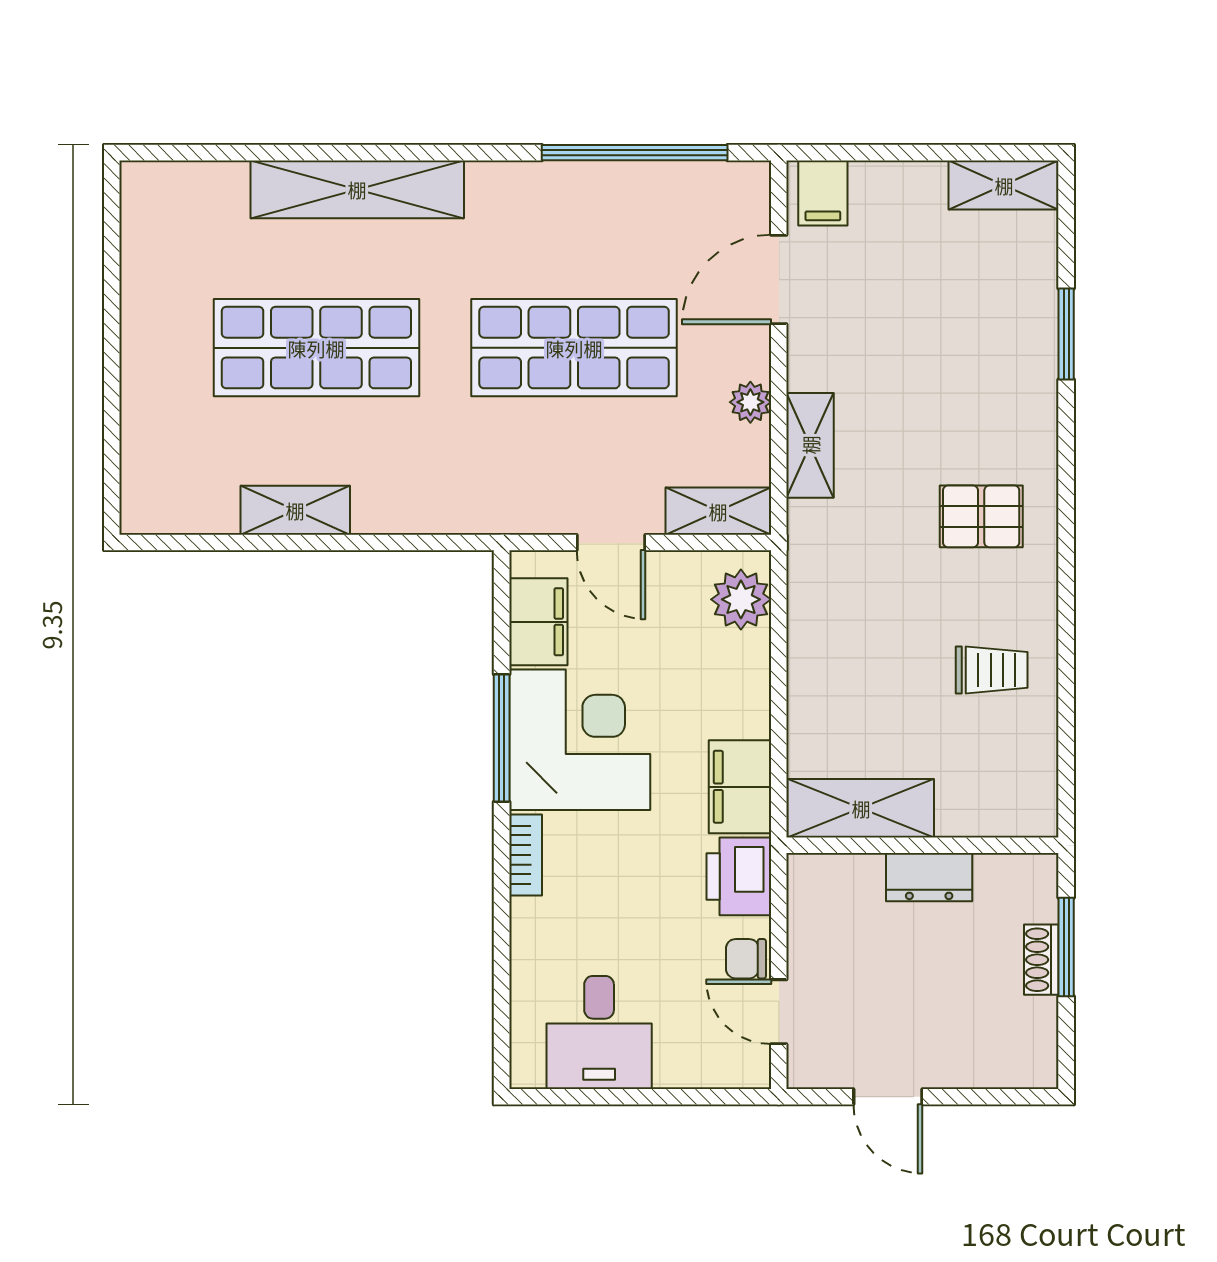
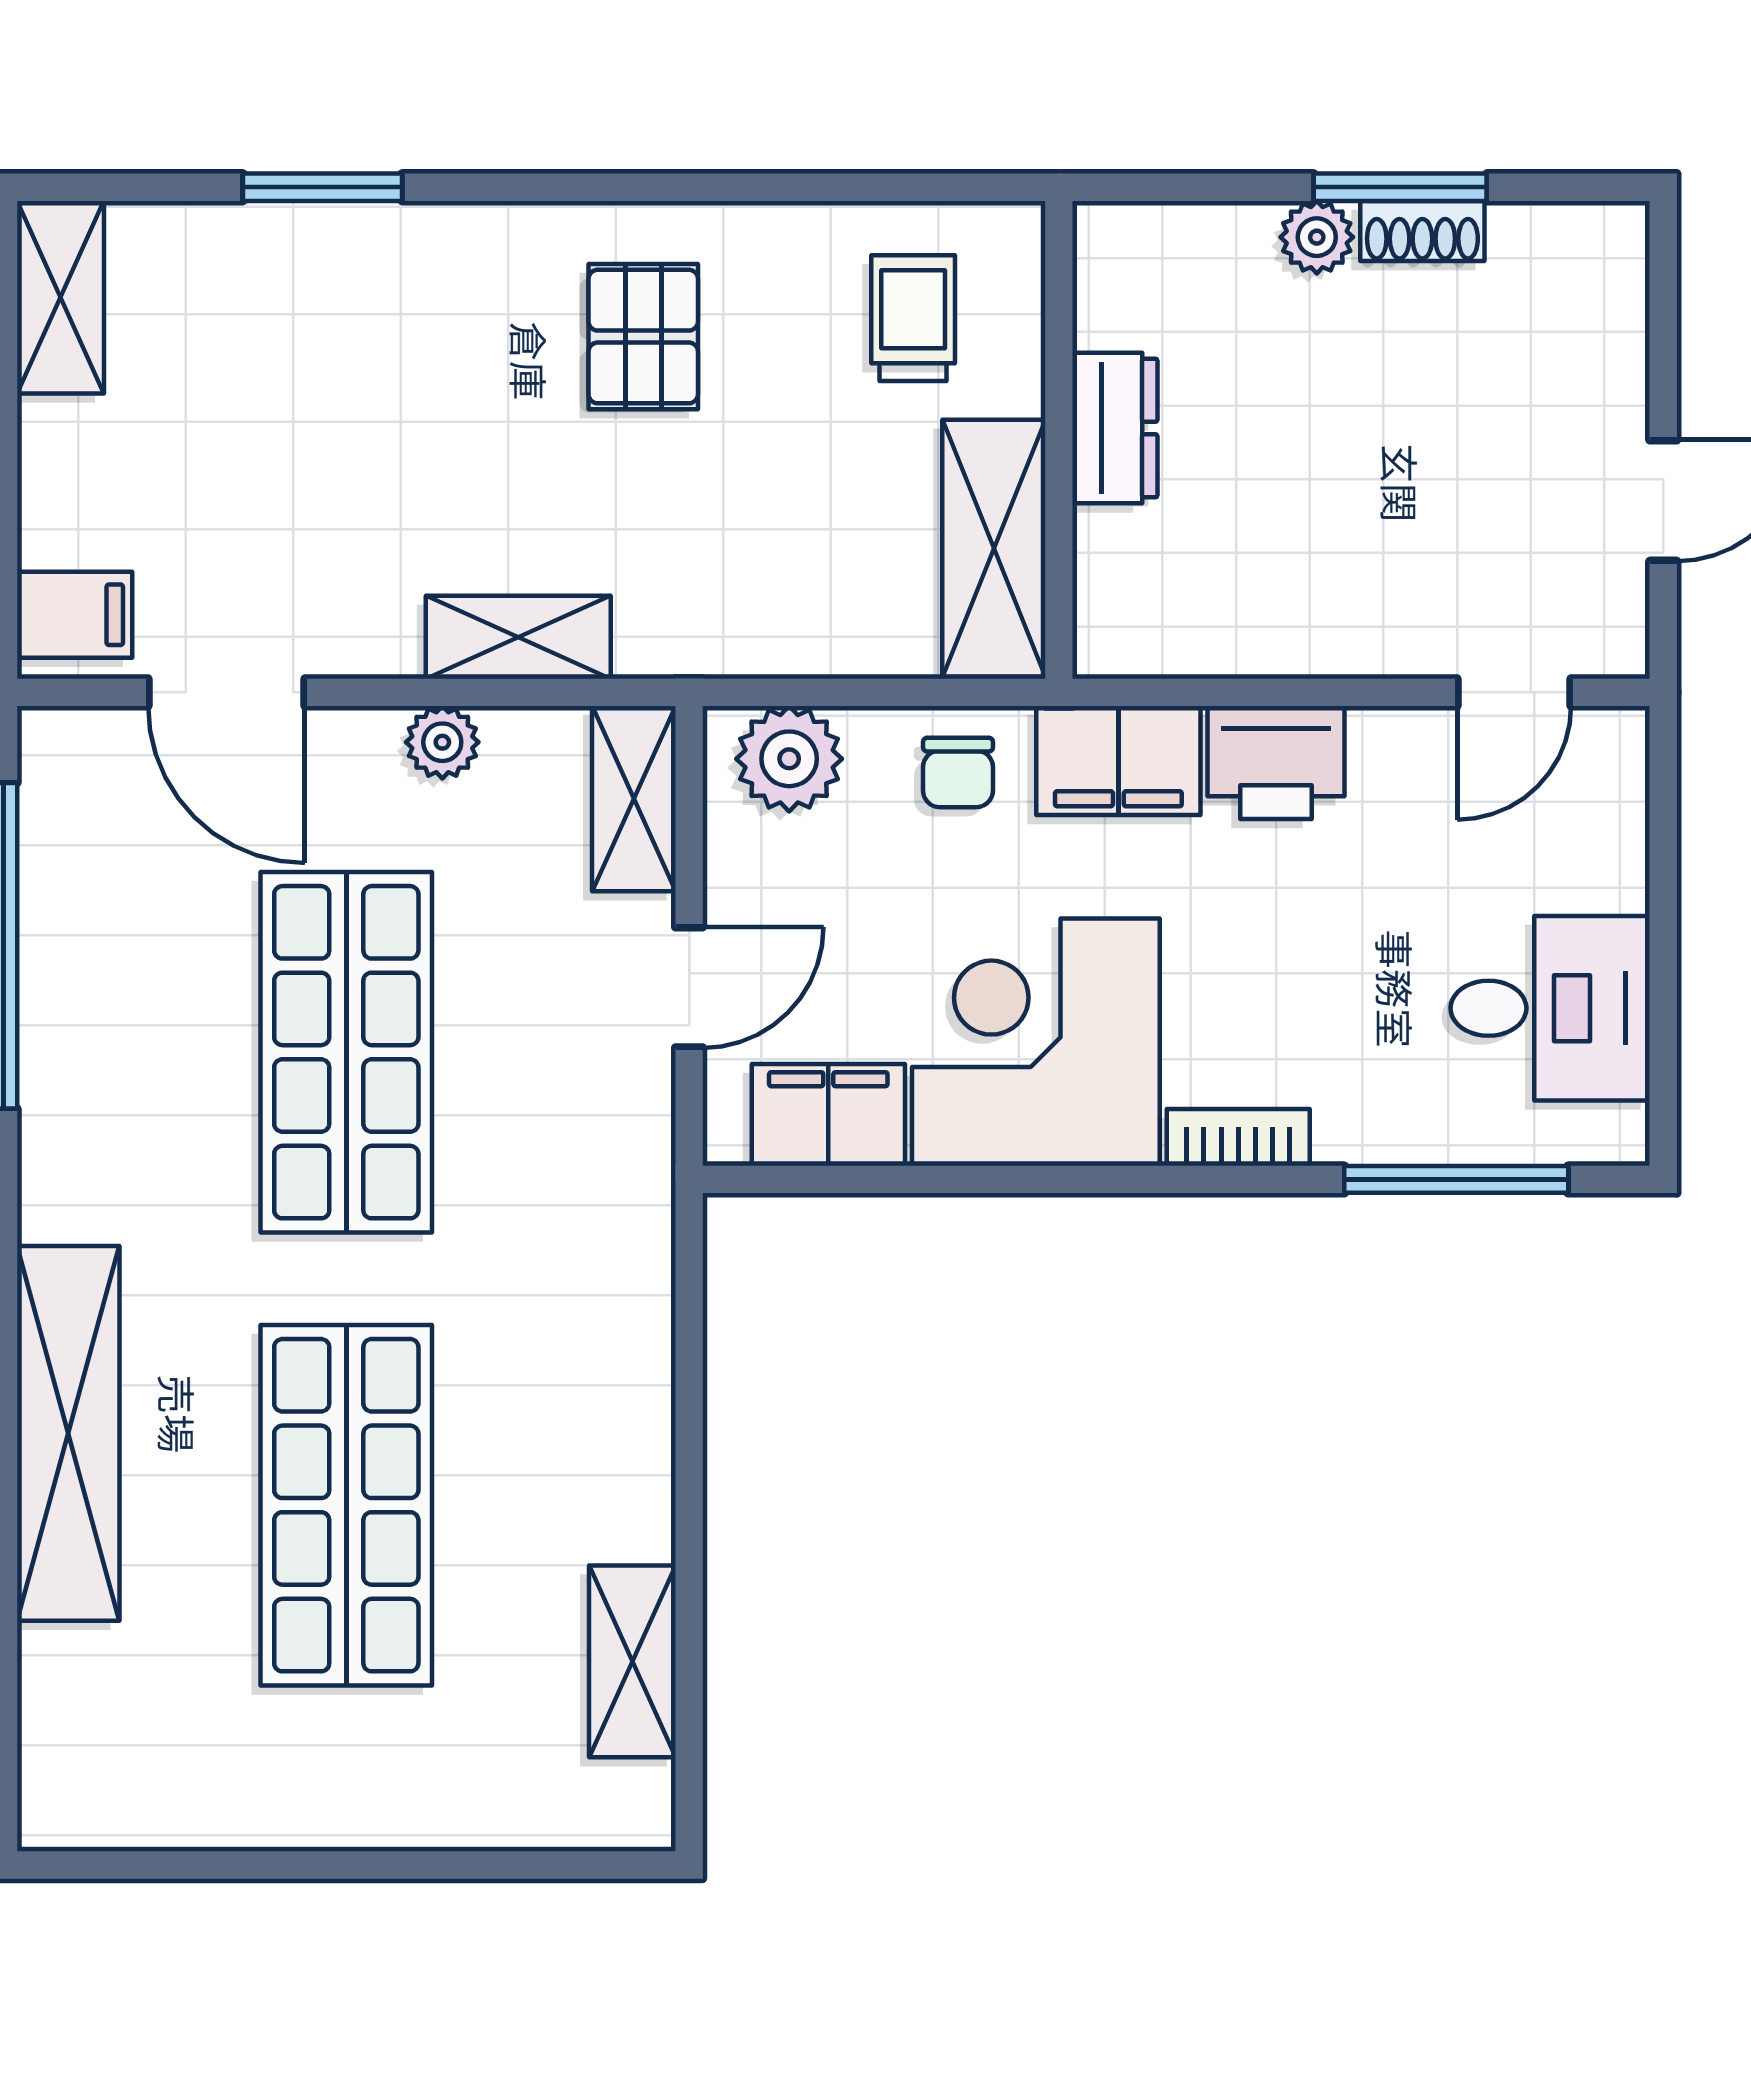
shelving: (295, 510) -> (632, 1661), moved
window: (502, 738) -> (1456, 1179), moved
shelving: (861, 808) -> (994, 548), moved
wall: (922, 845) -> (1059, 440), moved
dresser: (929, 877) -> (1115, 428), moved
plant: (1038, 900) -> (1317, 237), added
chair: (746, 959) -> (958, 773), moved

